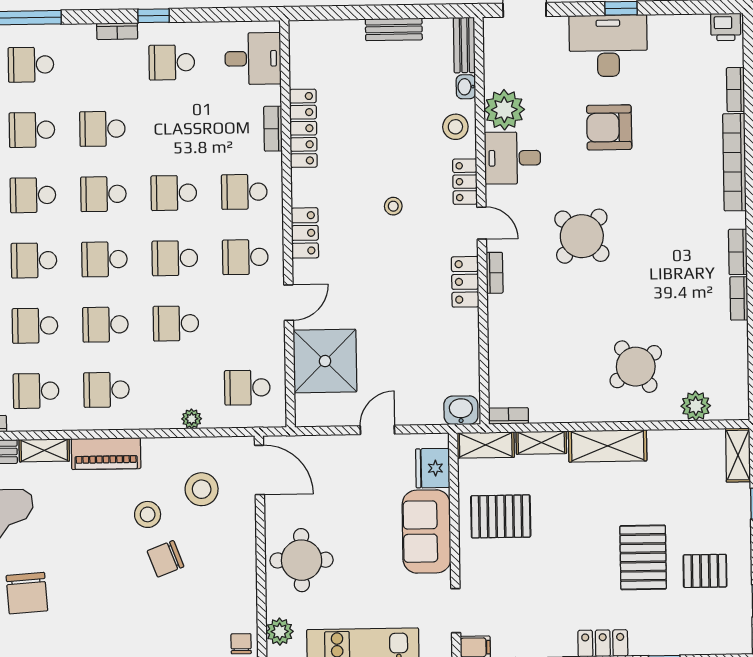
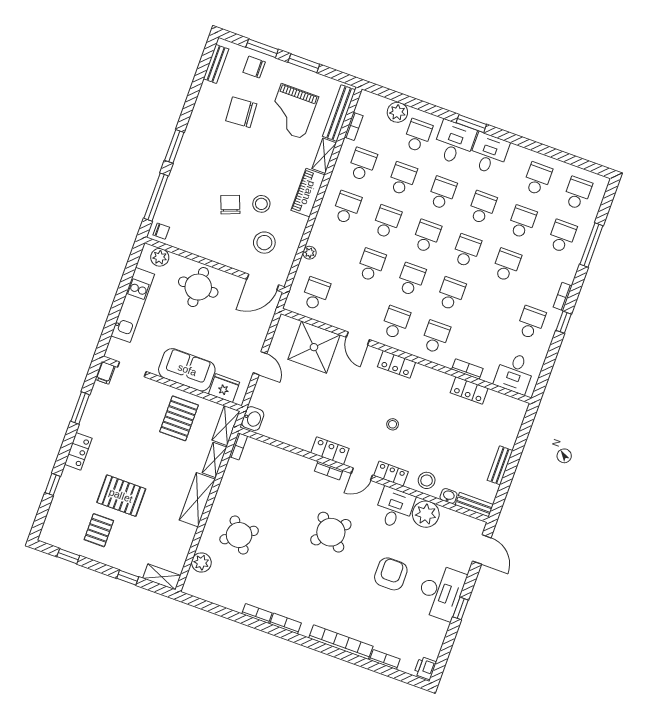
locker: (303, 128) -> (469, 391), width x0.66

